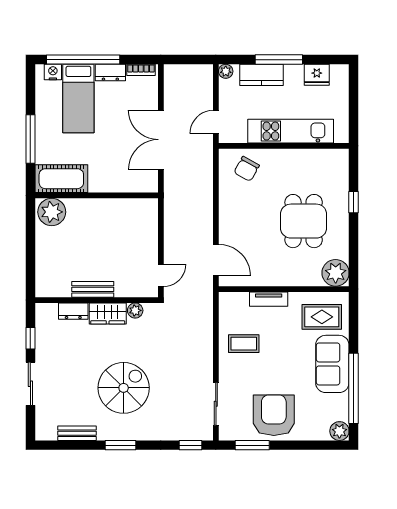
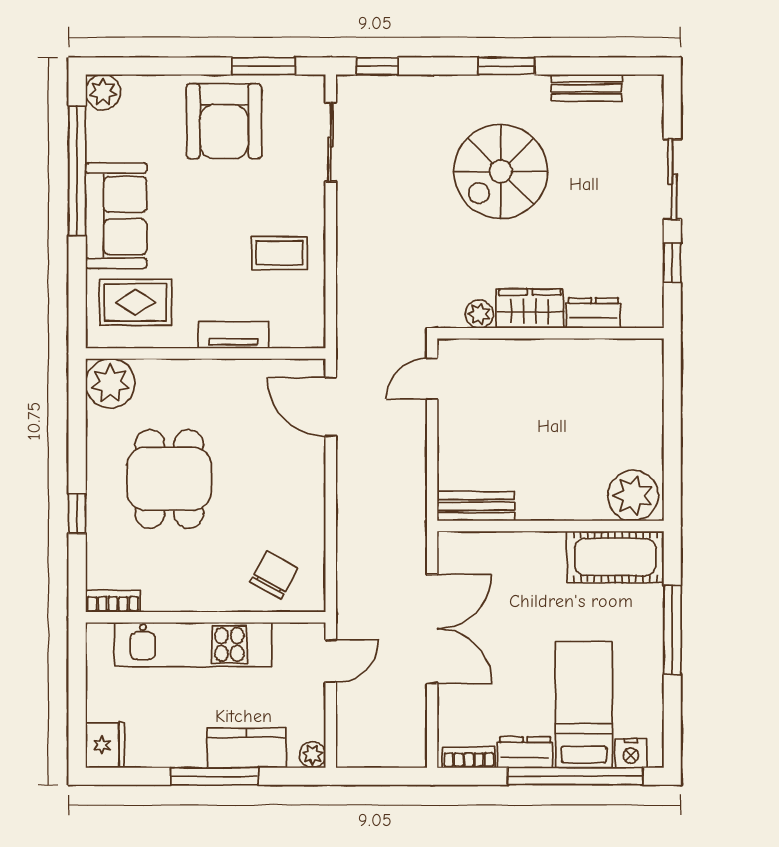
fridge: (317, 75) -> (105, 745), moved, turned 90
bookcase: (334, 155) -> (113, 601), added
bench: (93, 289) -> (476, 506), moved

